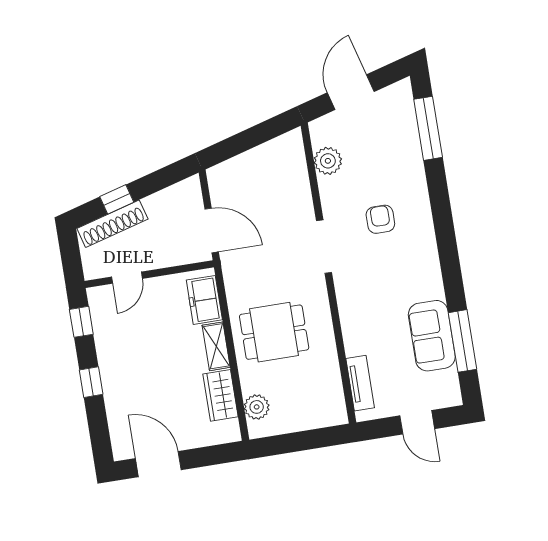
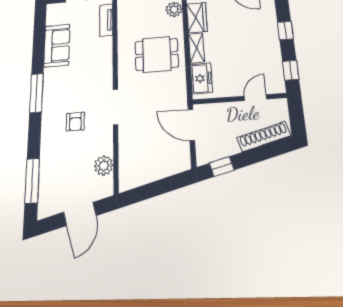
window: (117, 199) -> (222, 167), moved
window: (463, 341) -> (36, 93), moved

